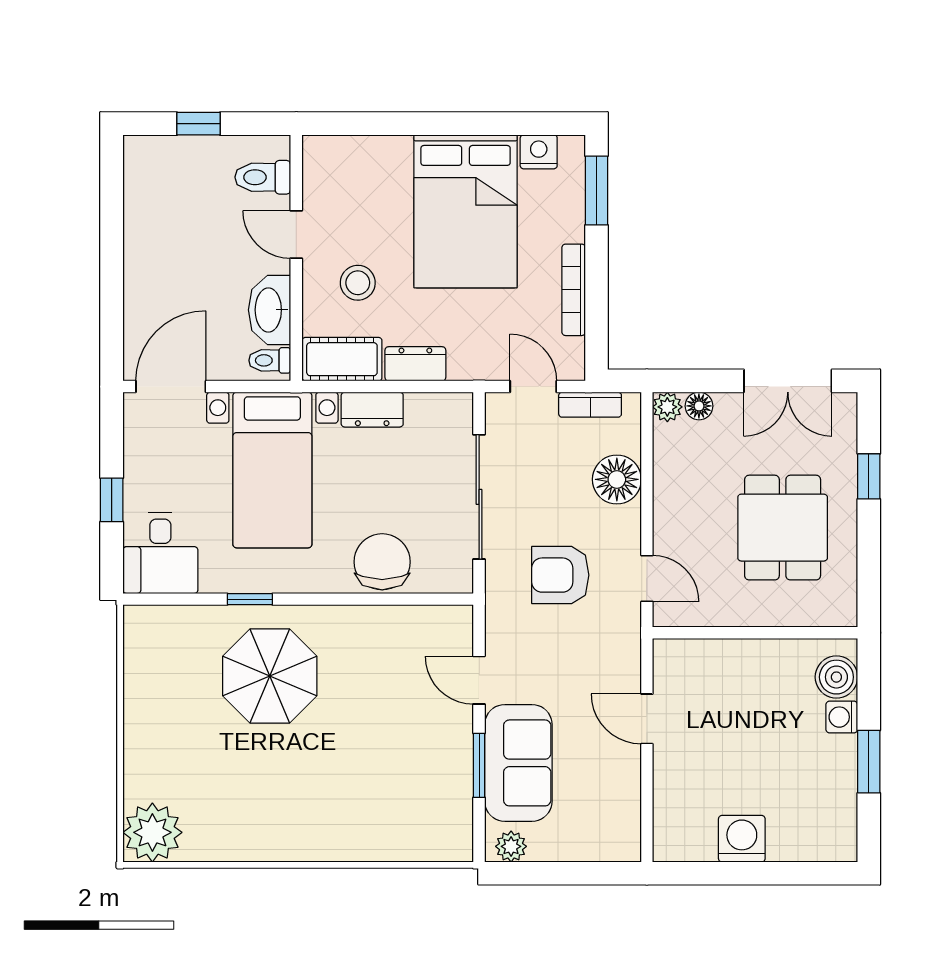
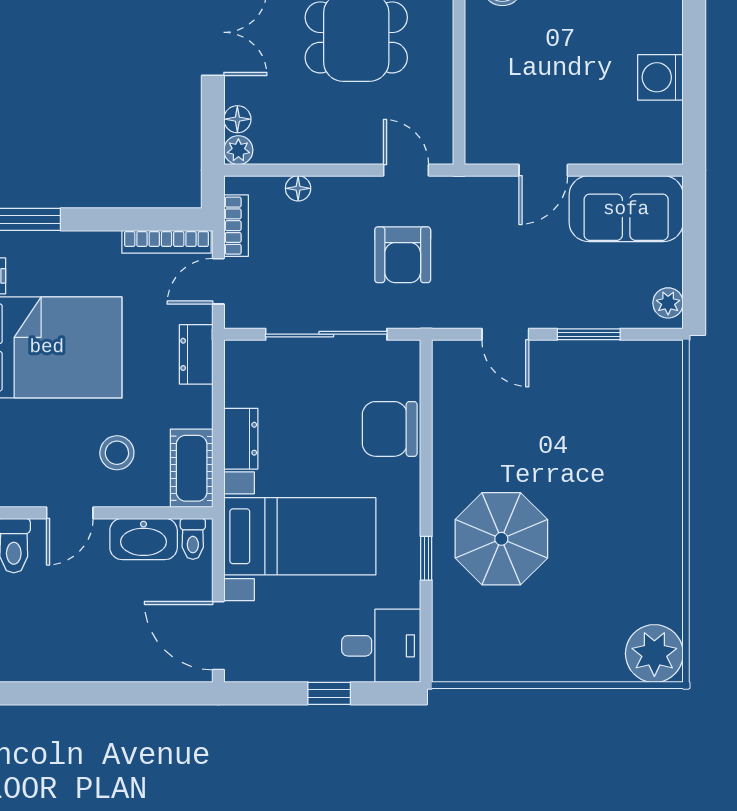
bookcase: (574, 290) -> (166, 242), moved
dresser: (415, 364) -> (196, 354), moved
floor lamp: (617, 479) -> (298, 188), width x0.53, depth x0.53
door: (647, 579) -> (406, 170), hinge flipped
door: (479, 680) -> (505, 334), hinge flipped
sofa: (518, 763) -> (626, 209), moved, turned 180

